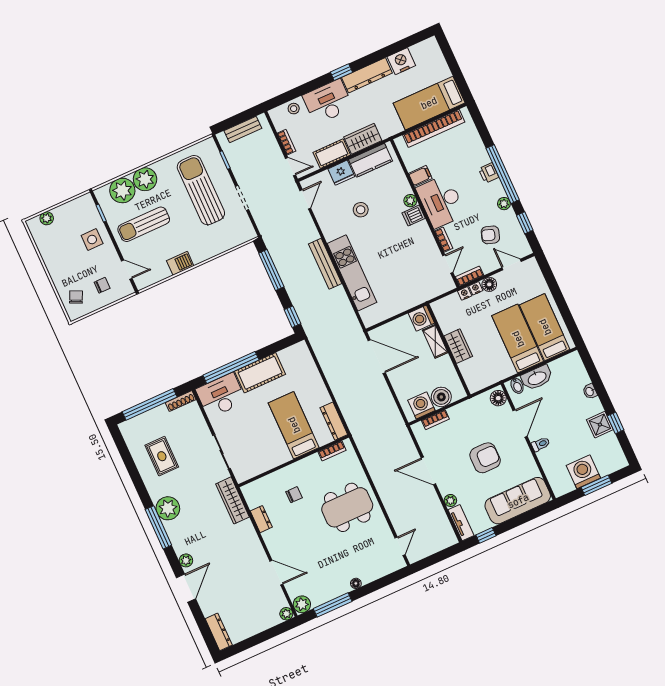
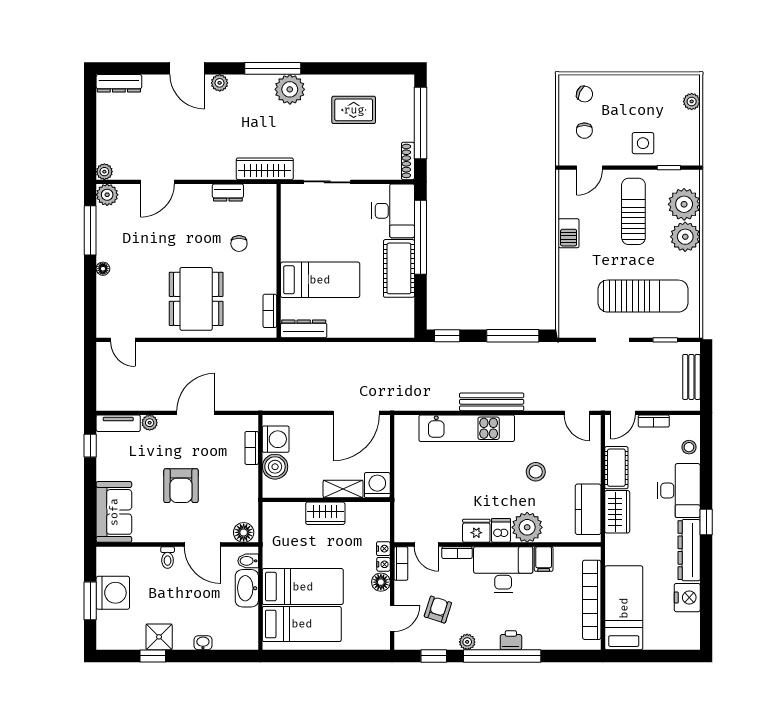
fridge: (341, 173) -> (476, 531), moved, turned 90
plant: (410, 201) -> (527, 527), width x1.88, depth x1.88
sofa: (518, 501) -> (114, 512), width x0.73

